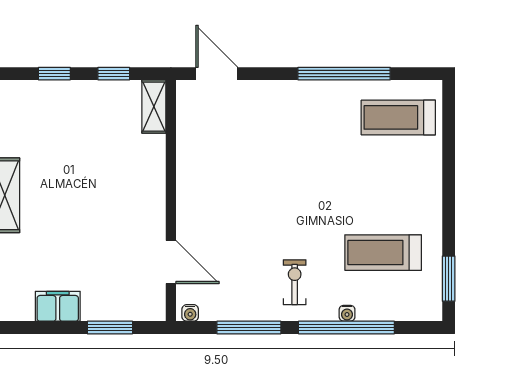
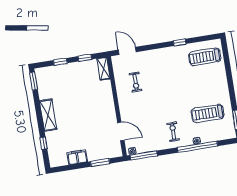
window: (344, 74) -> (180, 42), width x0.32
exercise bike: (224, 151) -> (135, 82), added
window: (249, 328) -> (144, 155), moved

